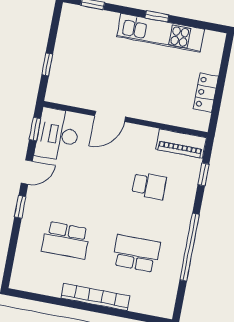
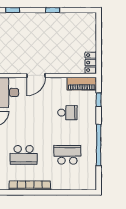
kitchen unit: (161, 33) -> (57, 20), removed
locker: (206, 93) -> (91, 63), moved
bookcase: (95, 297) -> (30, 186), moved

